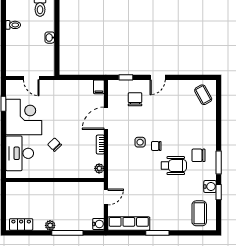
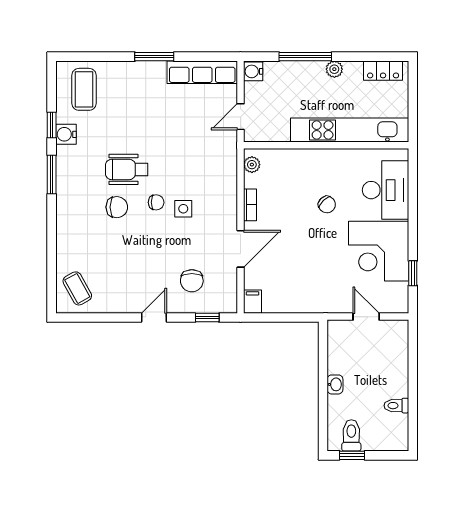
chair: (198, 155) -> (117, 207), moved
kitchen unit: (41, 189) -> (350, 130), added

